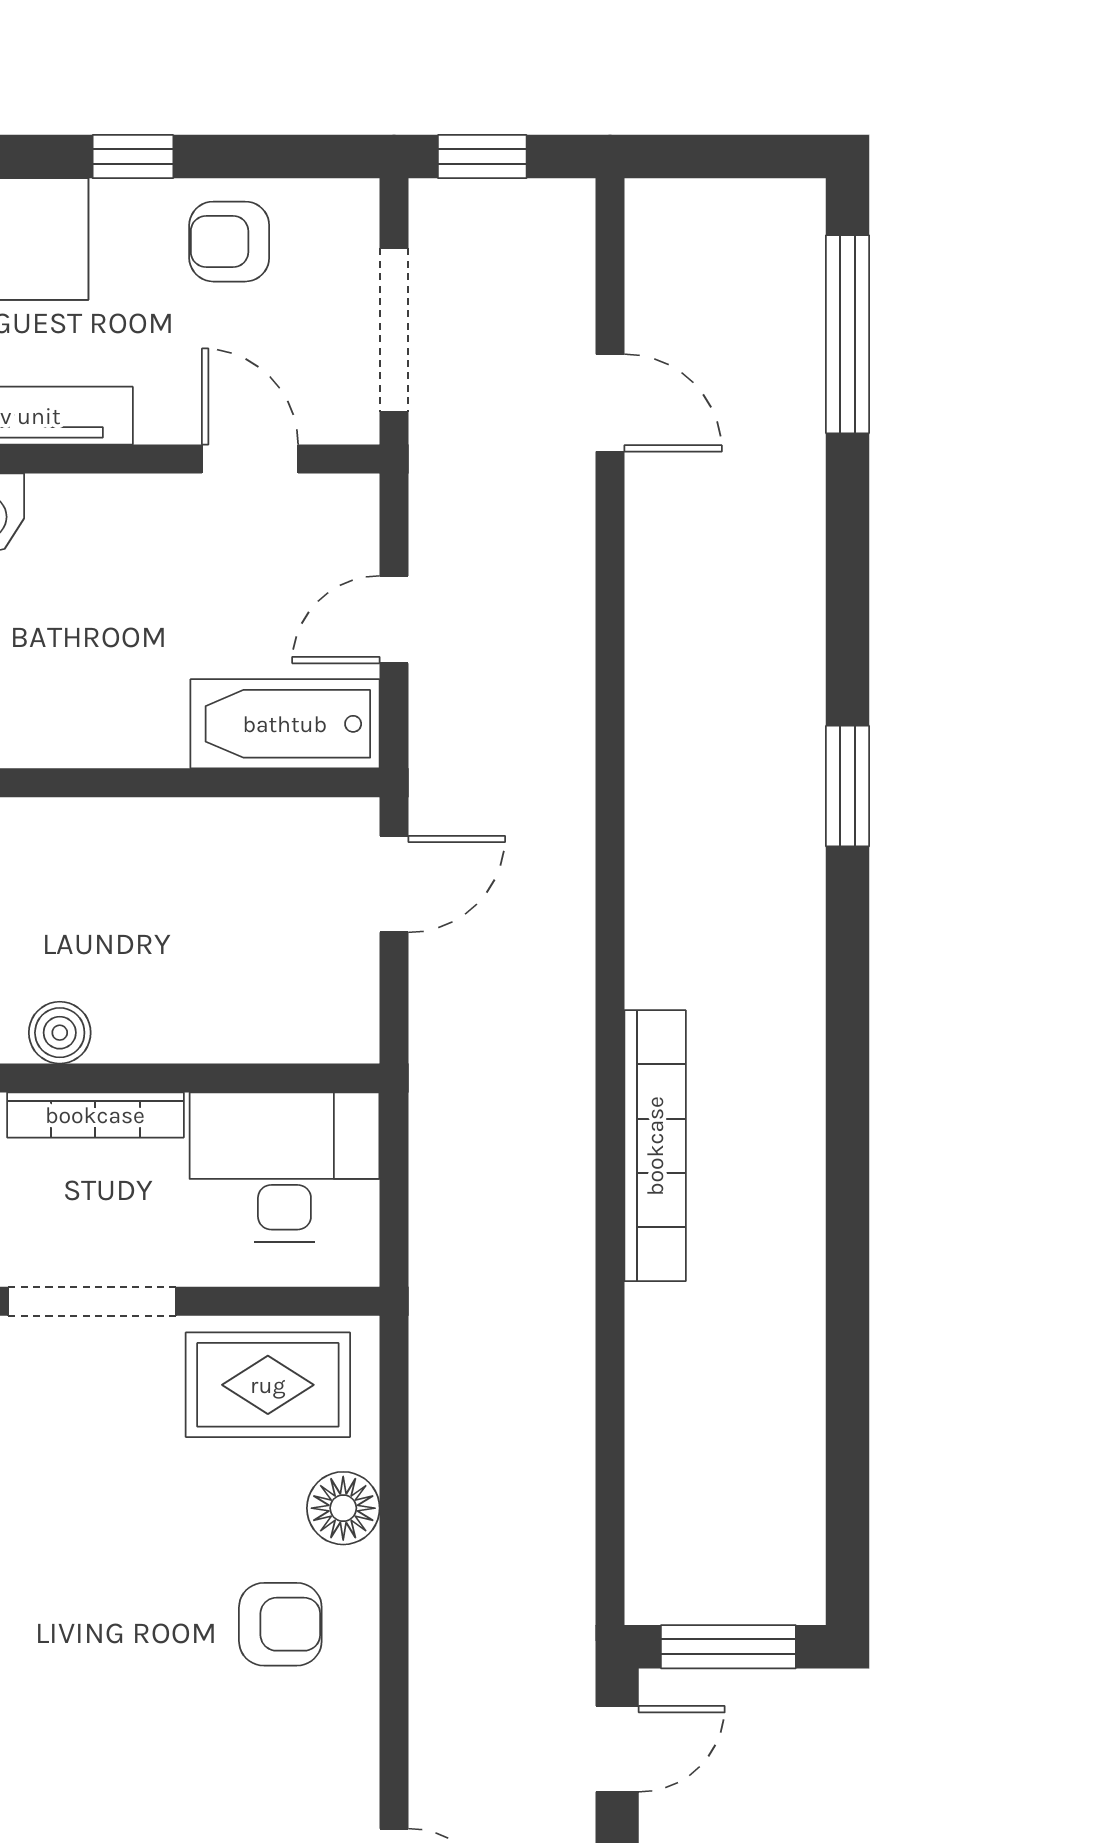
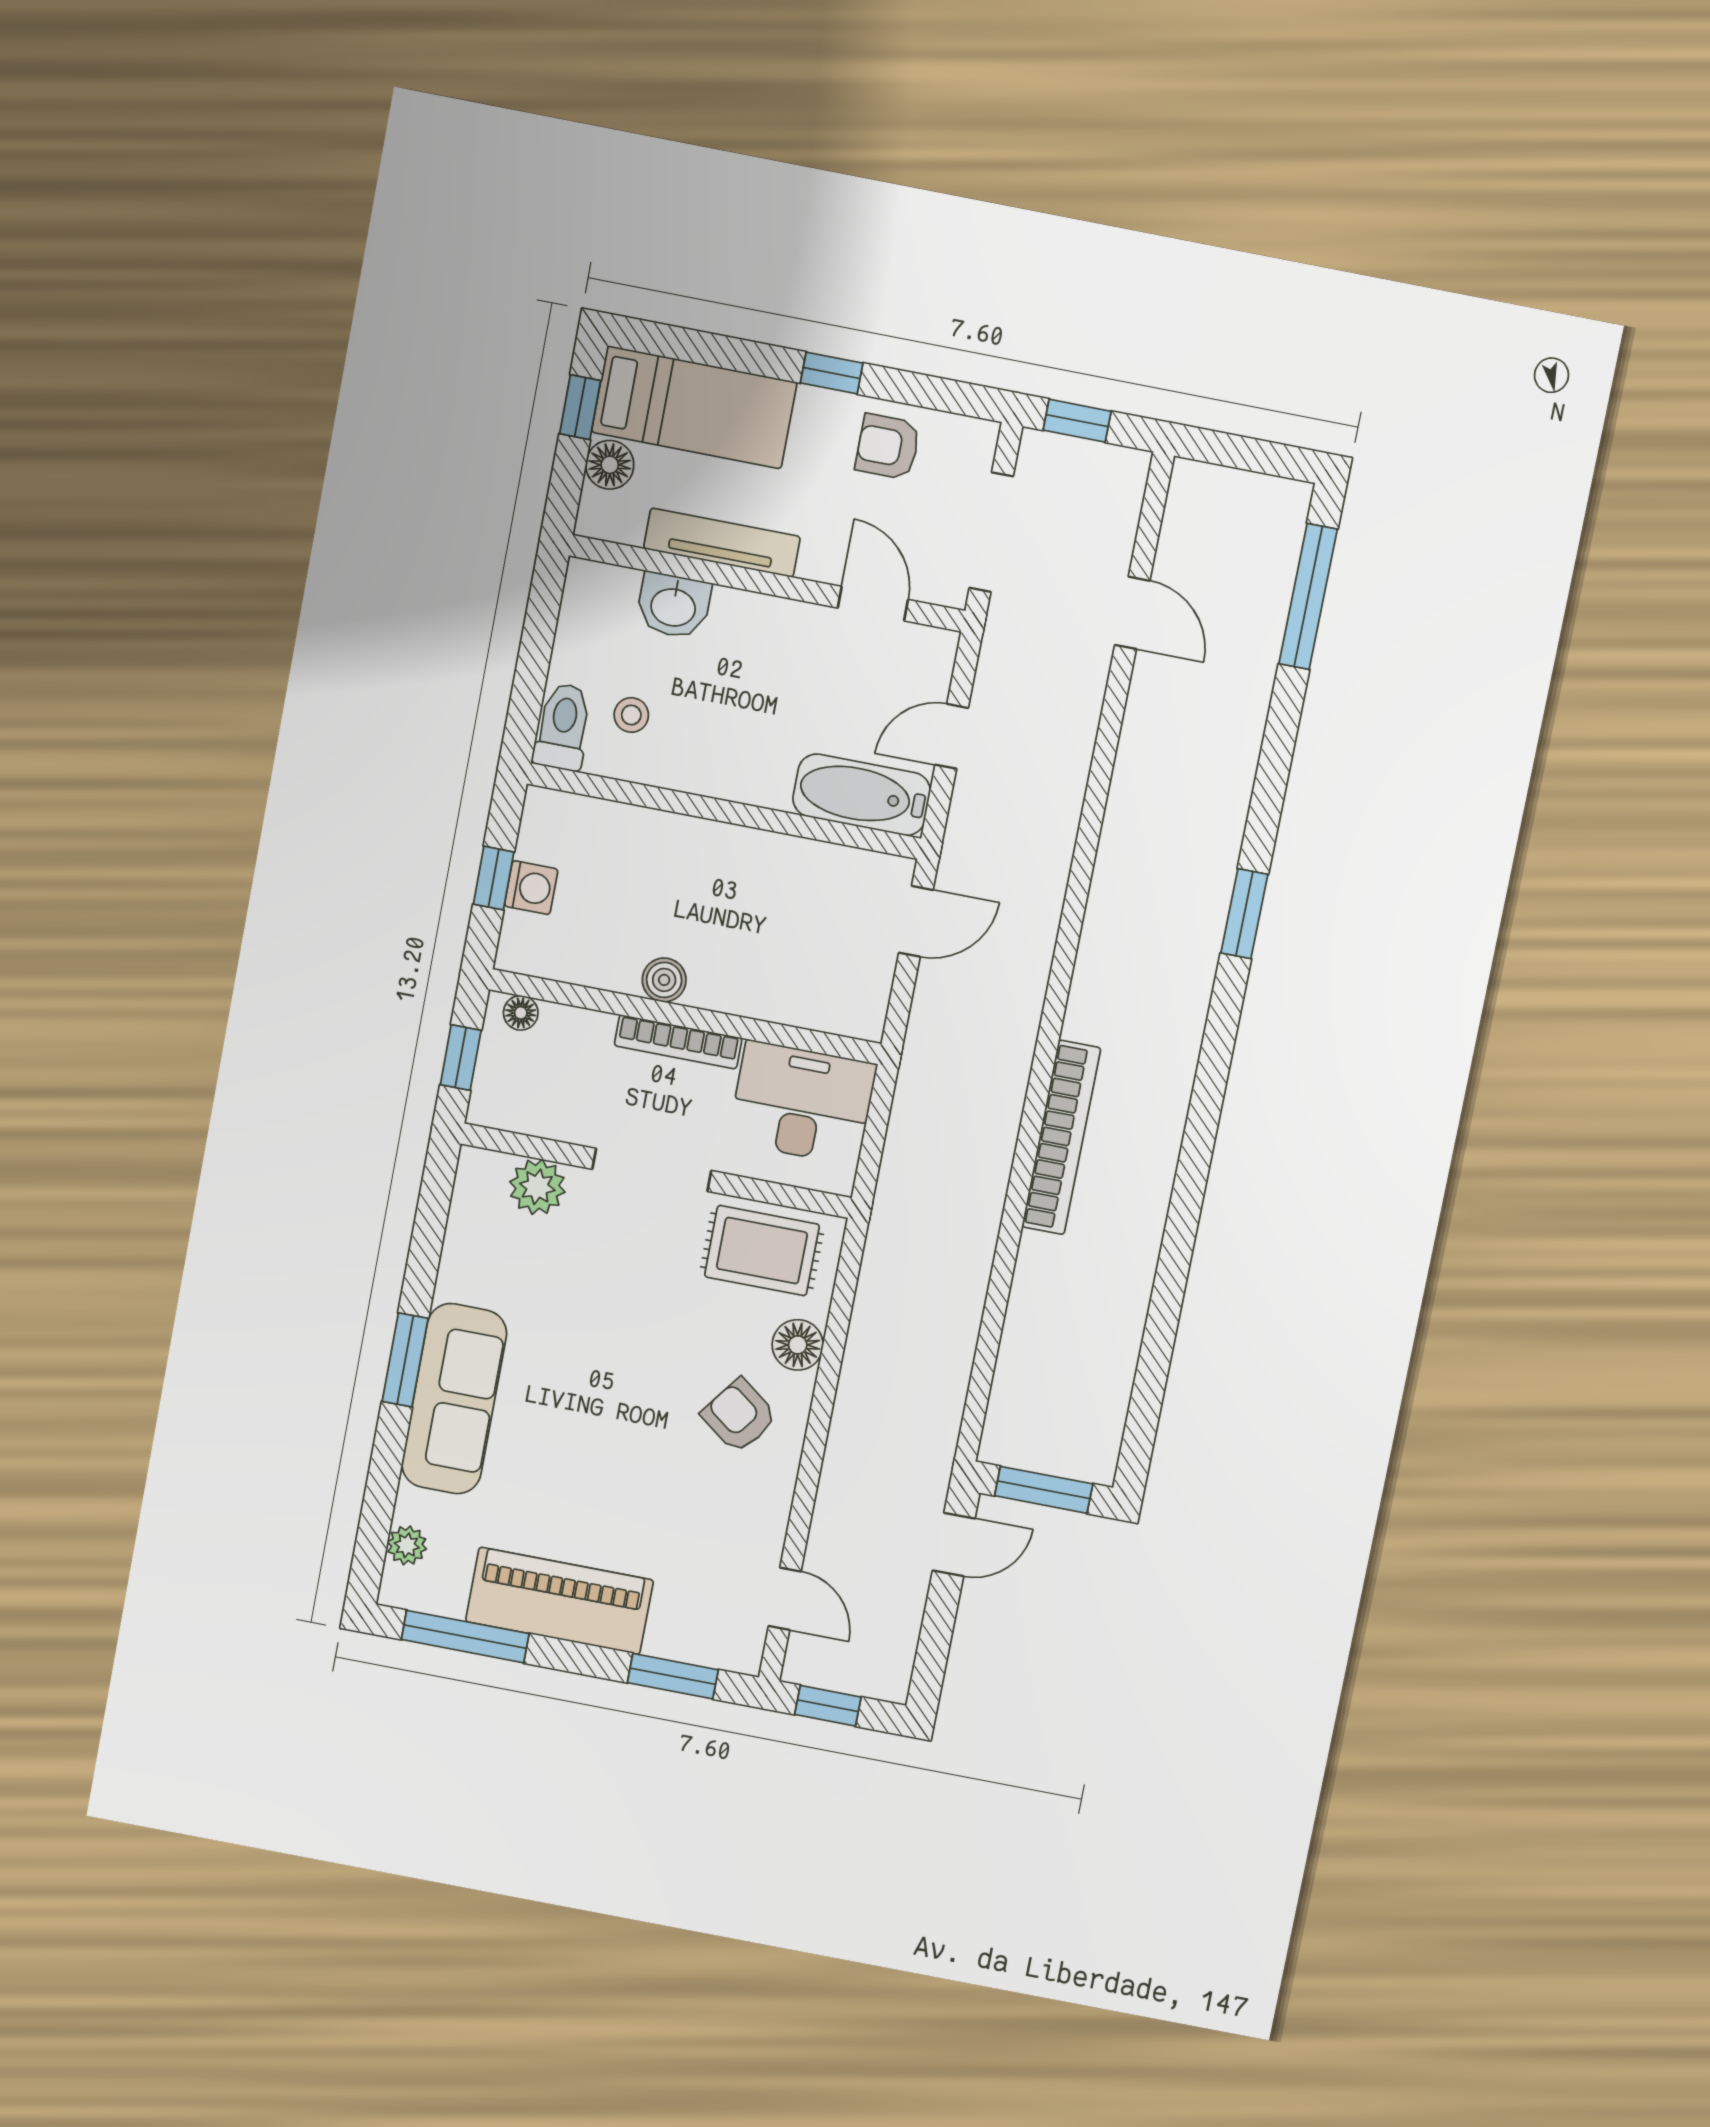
armchair: (280, 1624) -> (739, 1416), turned -143

